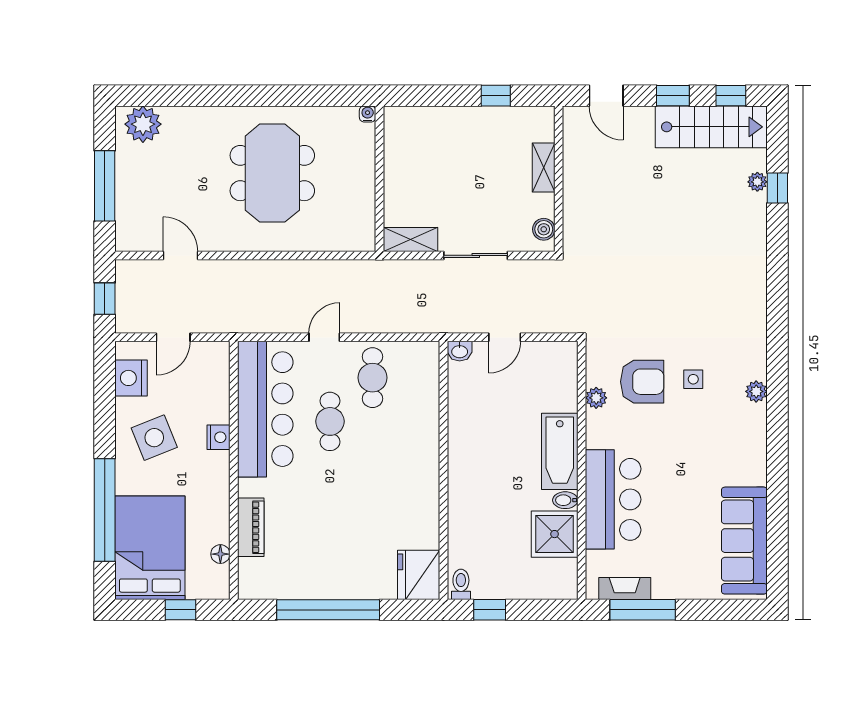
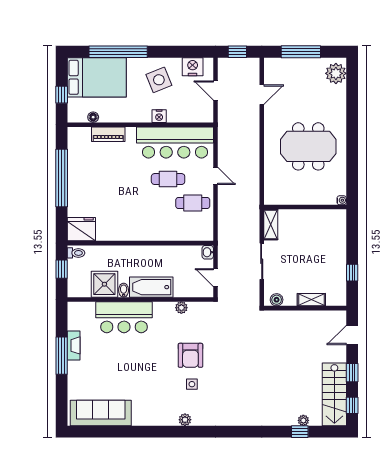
plant: (596, 398) -> (181, 308), moved
bathtub: (560, 451) -> (151, 287), moved
wall: (582, 470) -> (140, 299), moved
bar counter: (613, 499) -> (124, 317), moved
bidet: (565, 500) -> (124, 290), moved
shower: (555, 534) -> (104, 284), moved

